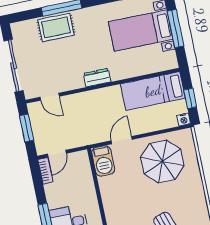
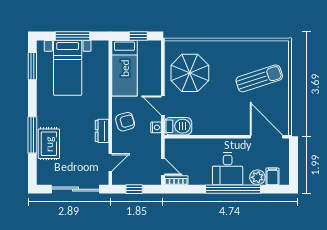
dresser: (97, 78) -> (102, 131), moved
armchair: (96, 104) -> (125, 122), added
nightstand: (184, 120) -> (156, 127), moved
window: (27, 128) -> (134, 189), width x0.67

